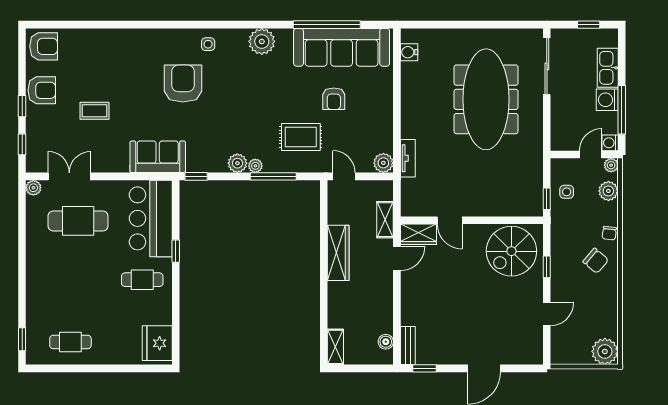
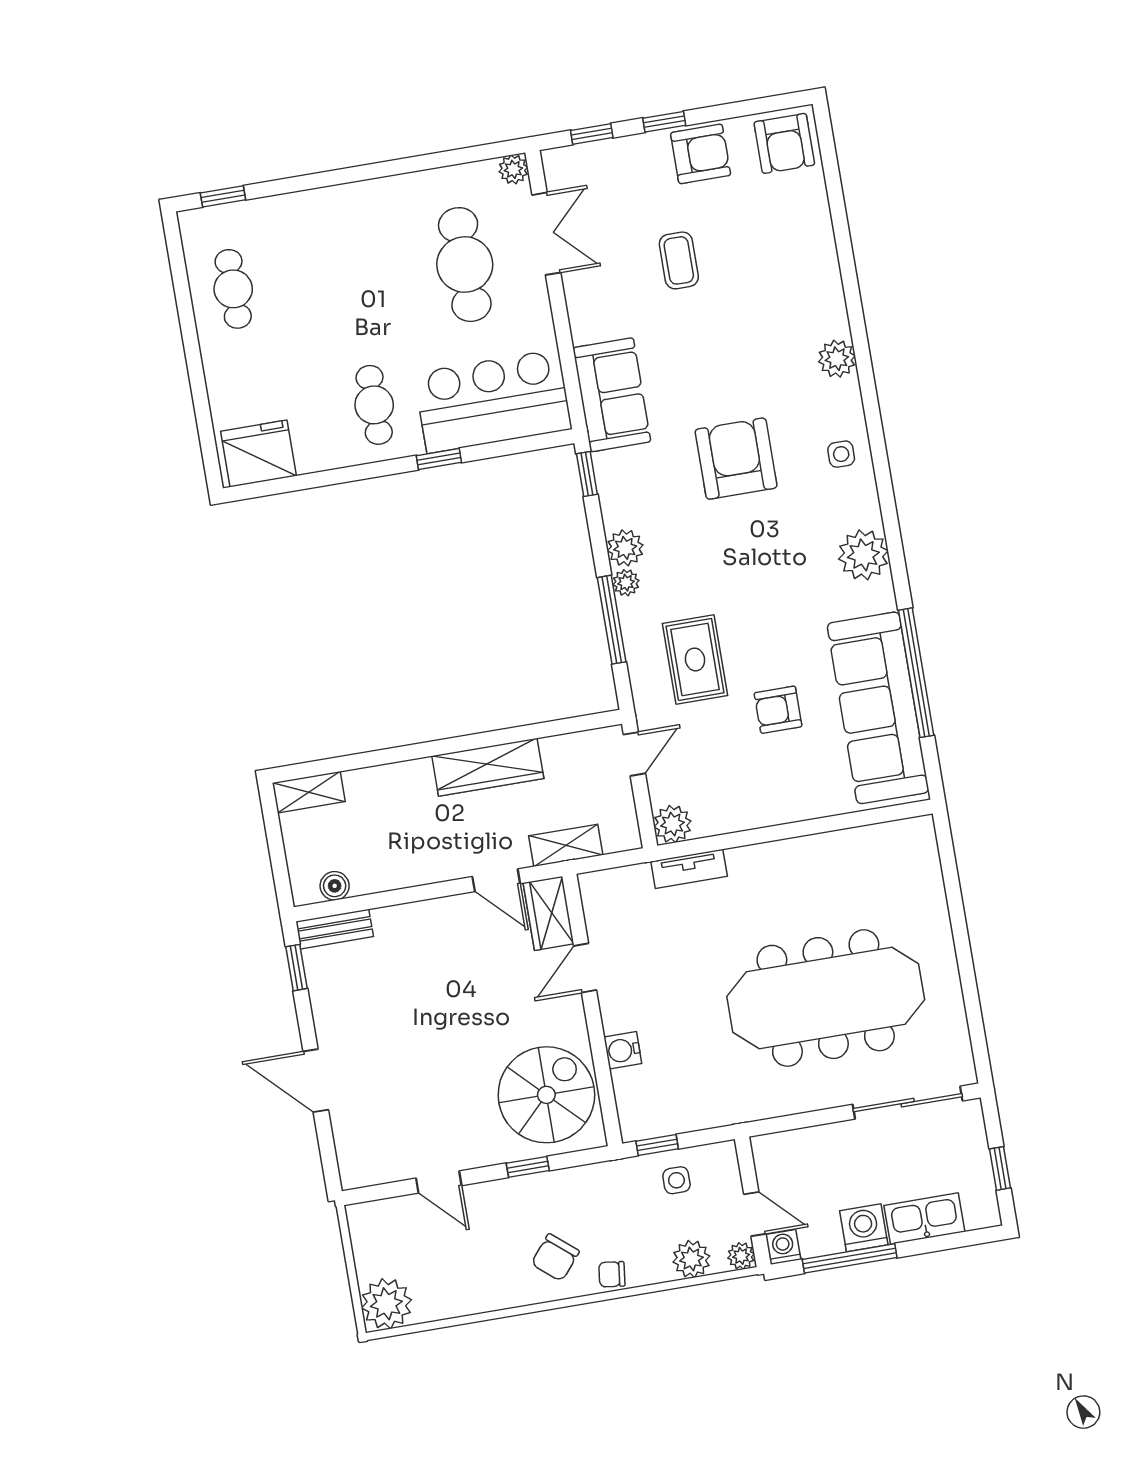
plant: (159, 38) -> (837, 359), added
water cooler: (409, 52) -> (623, 1050), moved, turned -90
armchair: (183, 84) -> (736, 459), moved, turned -90
armchair: (42, 90) -> (701, 154), turned -90
spiral stairs: (511, 251) -> (546, 1095), turned 90

